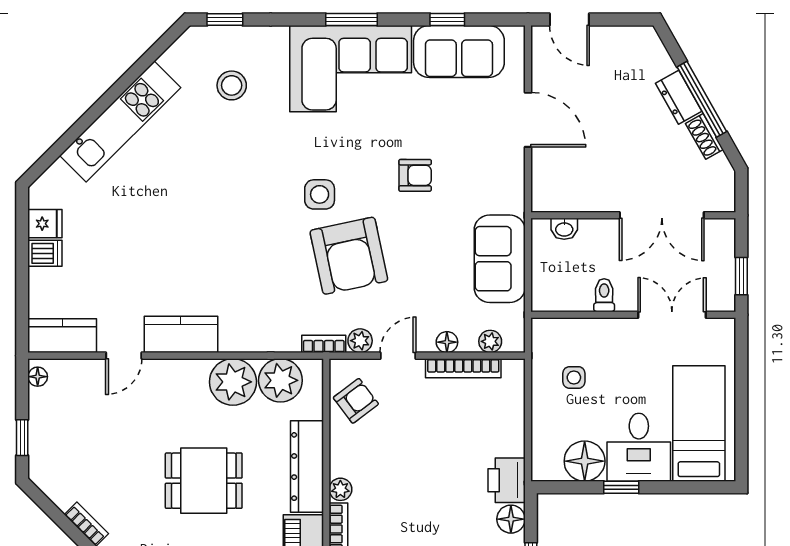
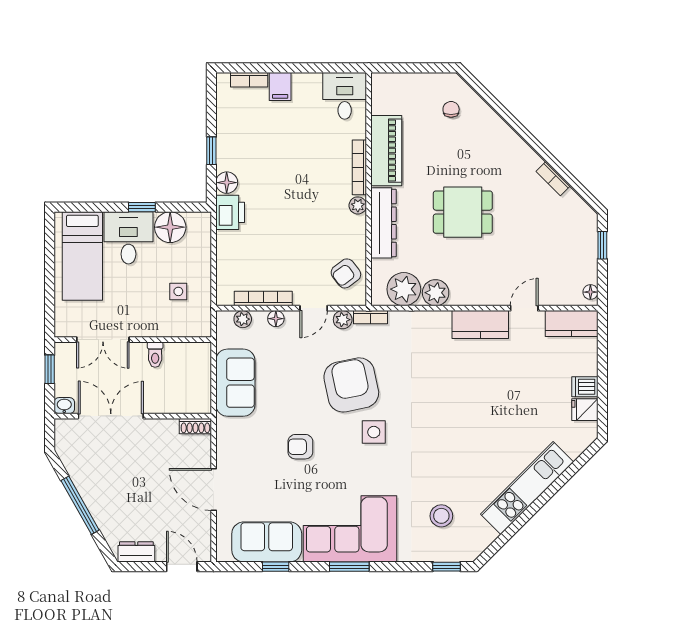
dresser: (679, 97) -> (136, 552), moved, turned -61
shoe rack: (704, 136) -> (195, 426), moved, turned 119
washbasin: (564, 229) -> (64, 406), moved
plant: (233, 382) -> (436, 293), width x0.73, depth x0.73

